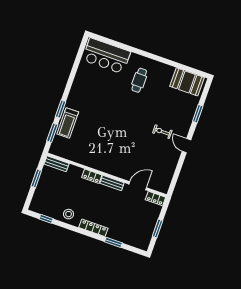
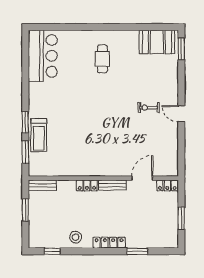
bar counter: (106, 56) -> (43, 56), moved, turned -90
window: (198, 114) -> (181, 49), moved

